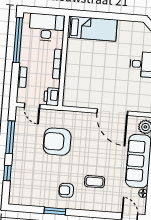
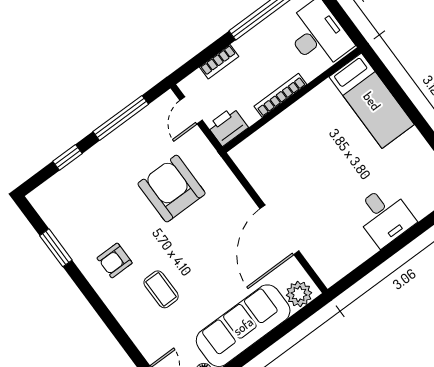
armchair: (66, 190) -> (115, 260), turned -89
window: (55, 211) -> (56, 248), moved

